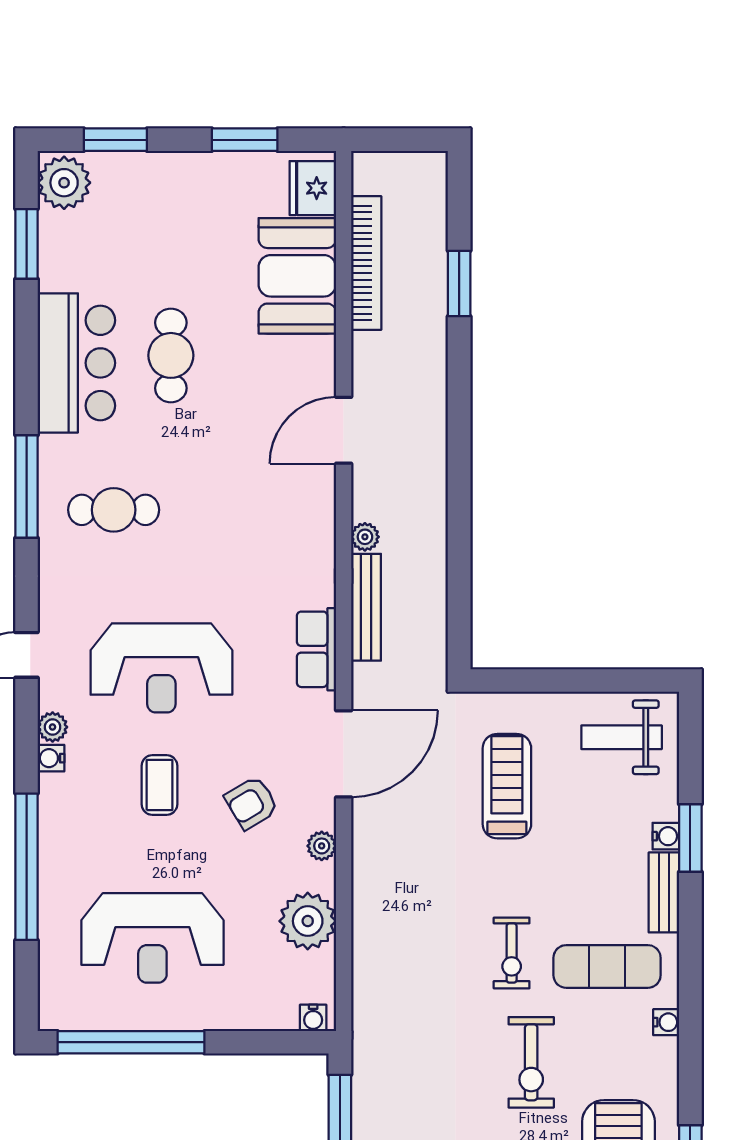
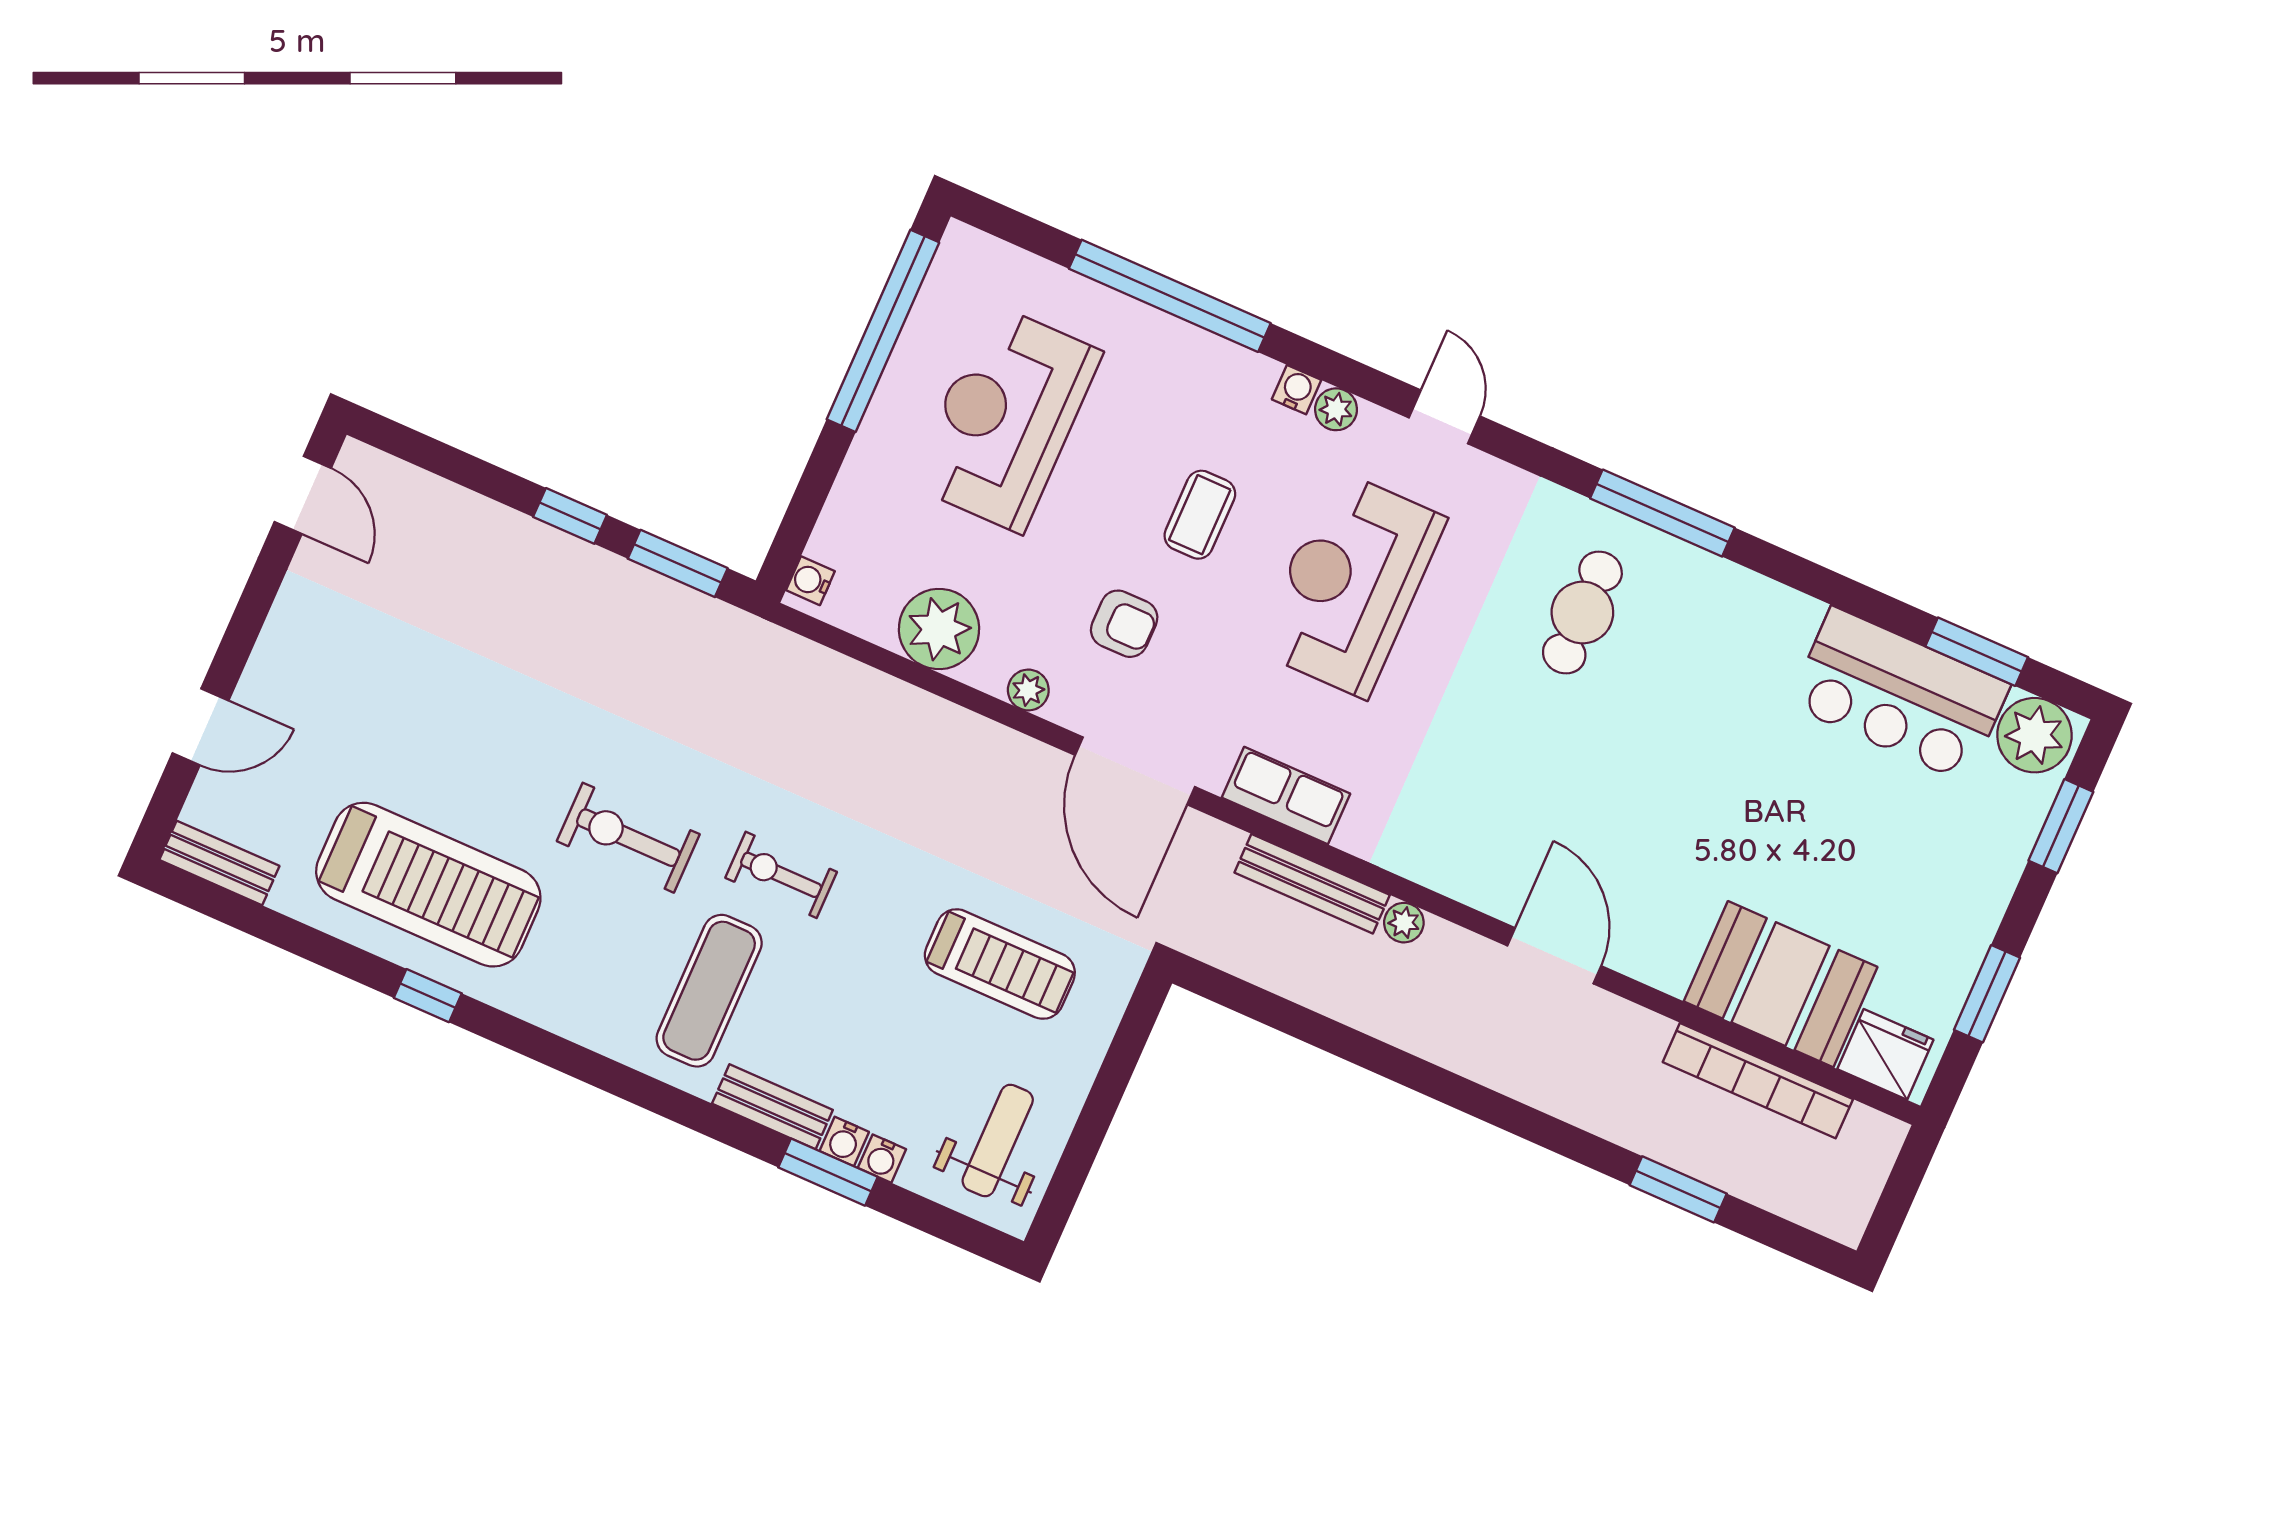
cafe table: (171, 355) -> (1750, 775), removed
bar counter: (76, 363) -> (1899, 695), moved
coffee table: (159, 785) -> (1200, 515), turned 90
armchair: (251, 803) -> (1124, 624), turned 121
water cooler: (666, 1022) -> (882, 1159), moved

